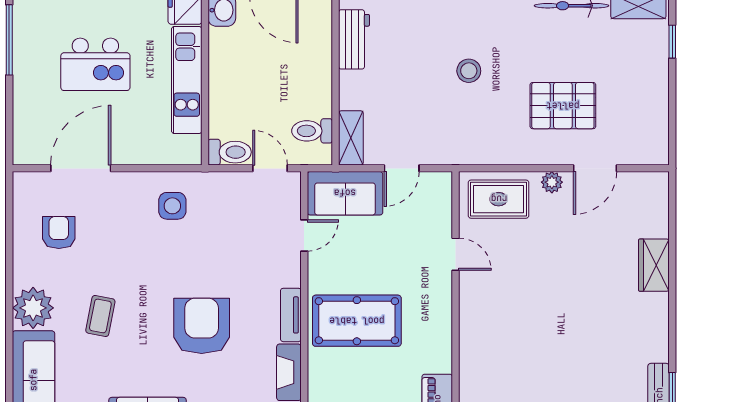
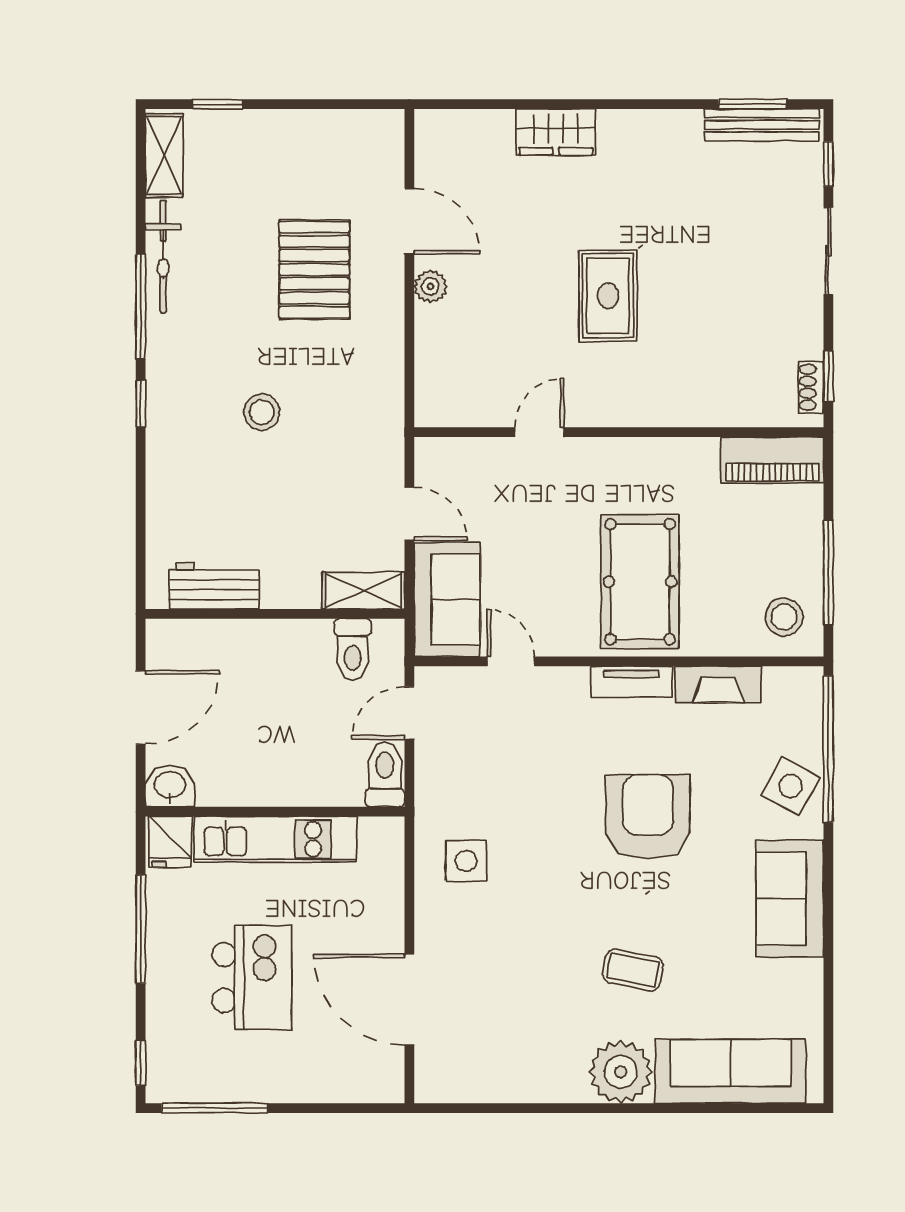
rug: (499, 199) -> (608, 296), moved
armchair: (59, 233) -> (507, 1033), removed
armchair: (202, 326) -> (648, 817), turned 90

